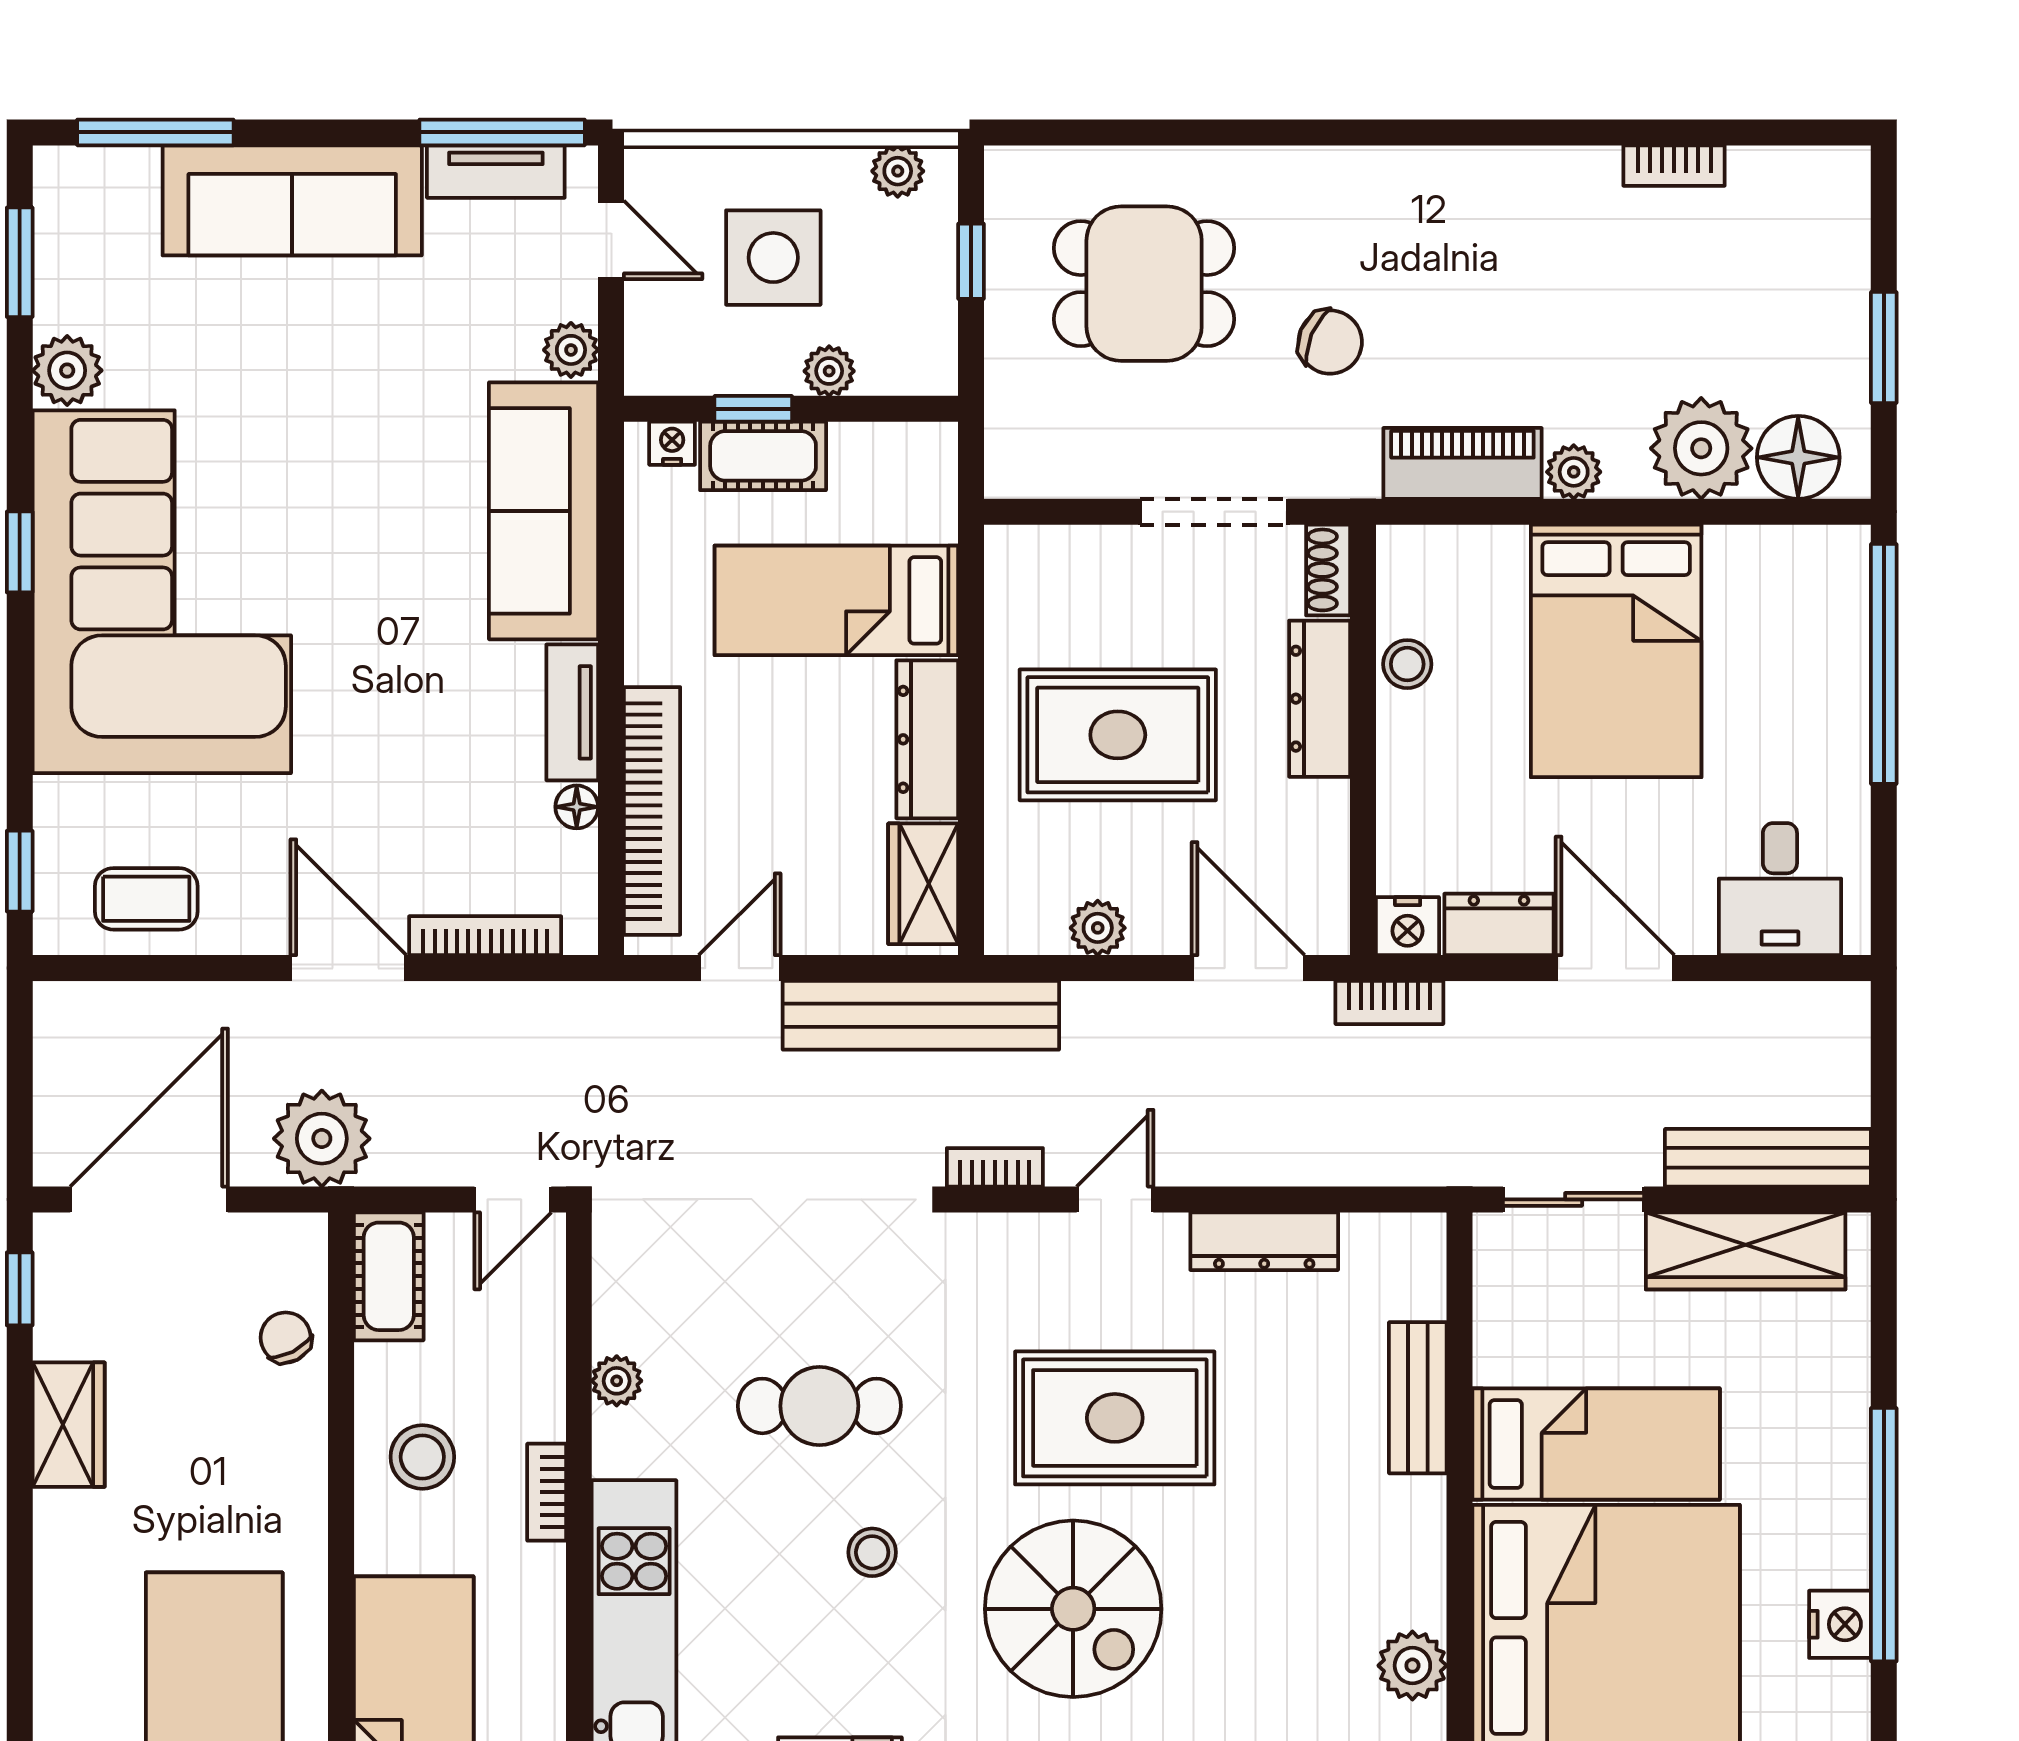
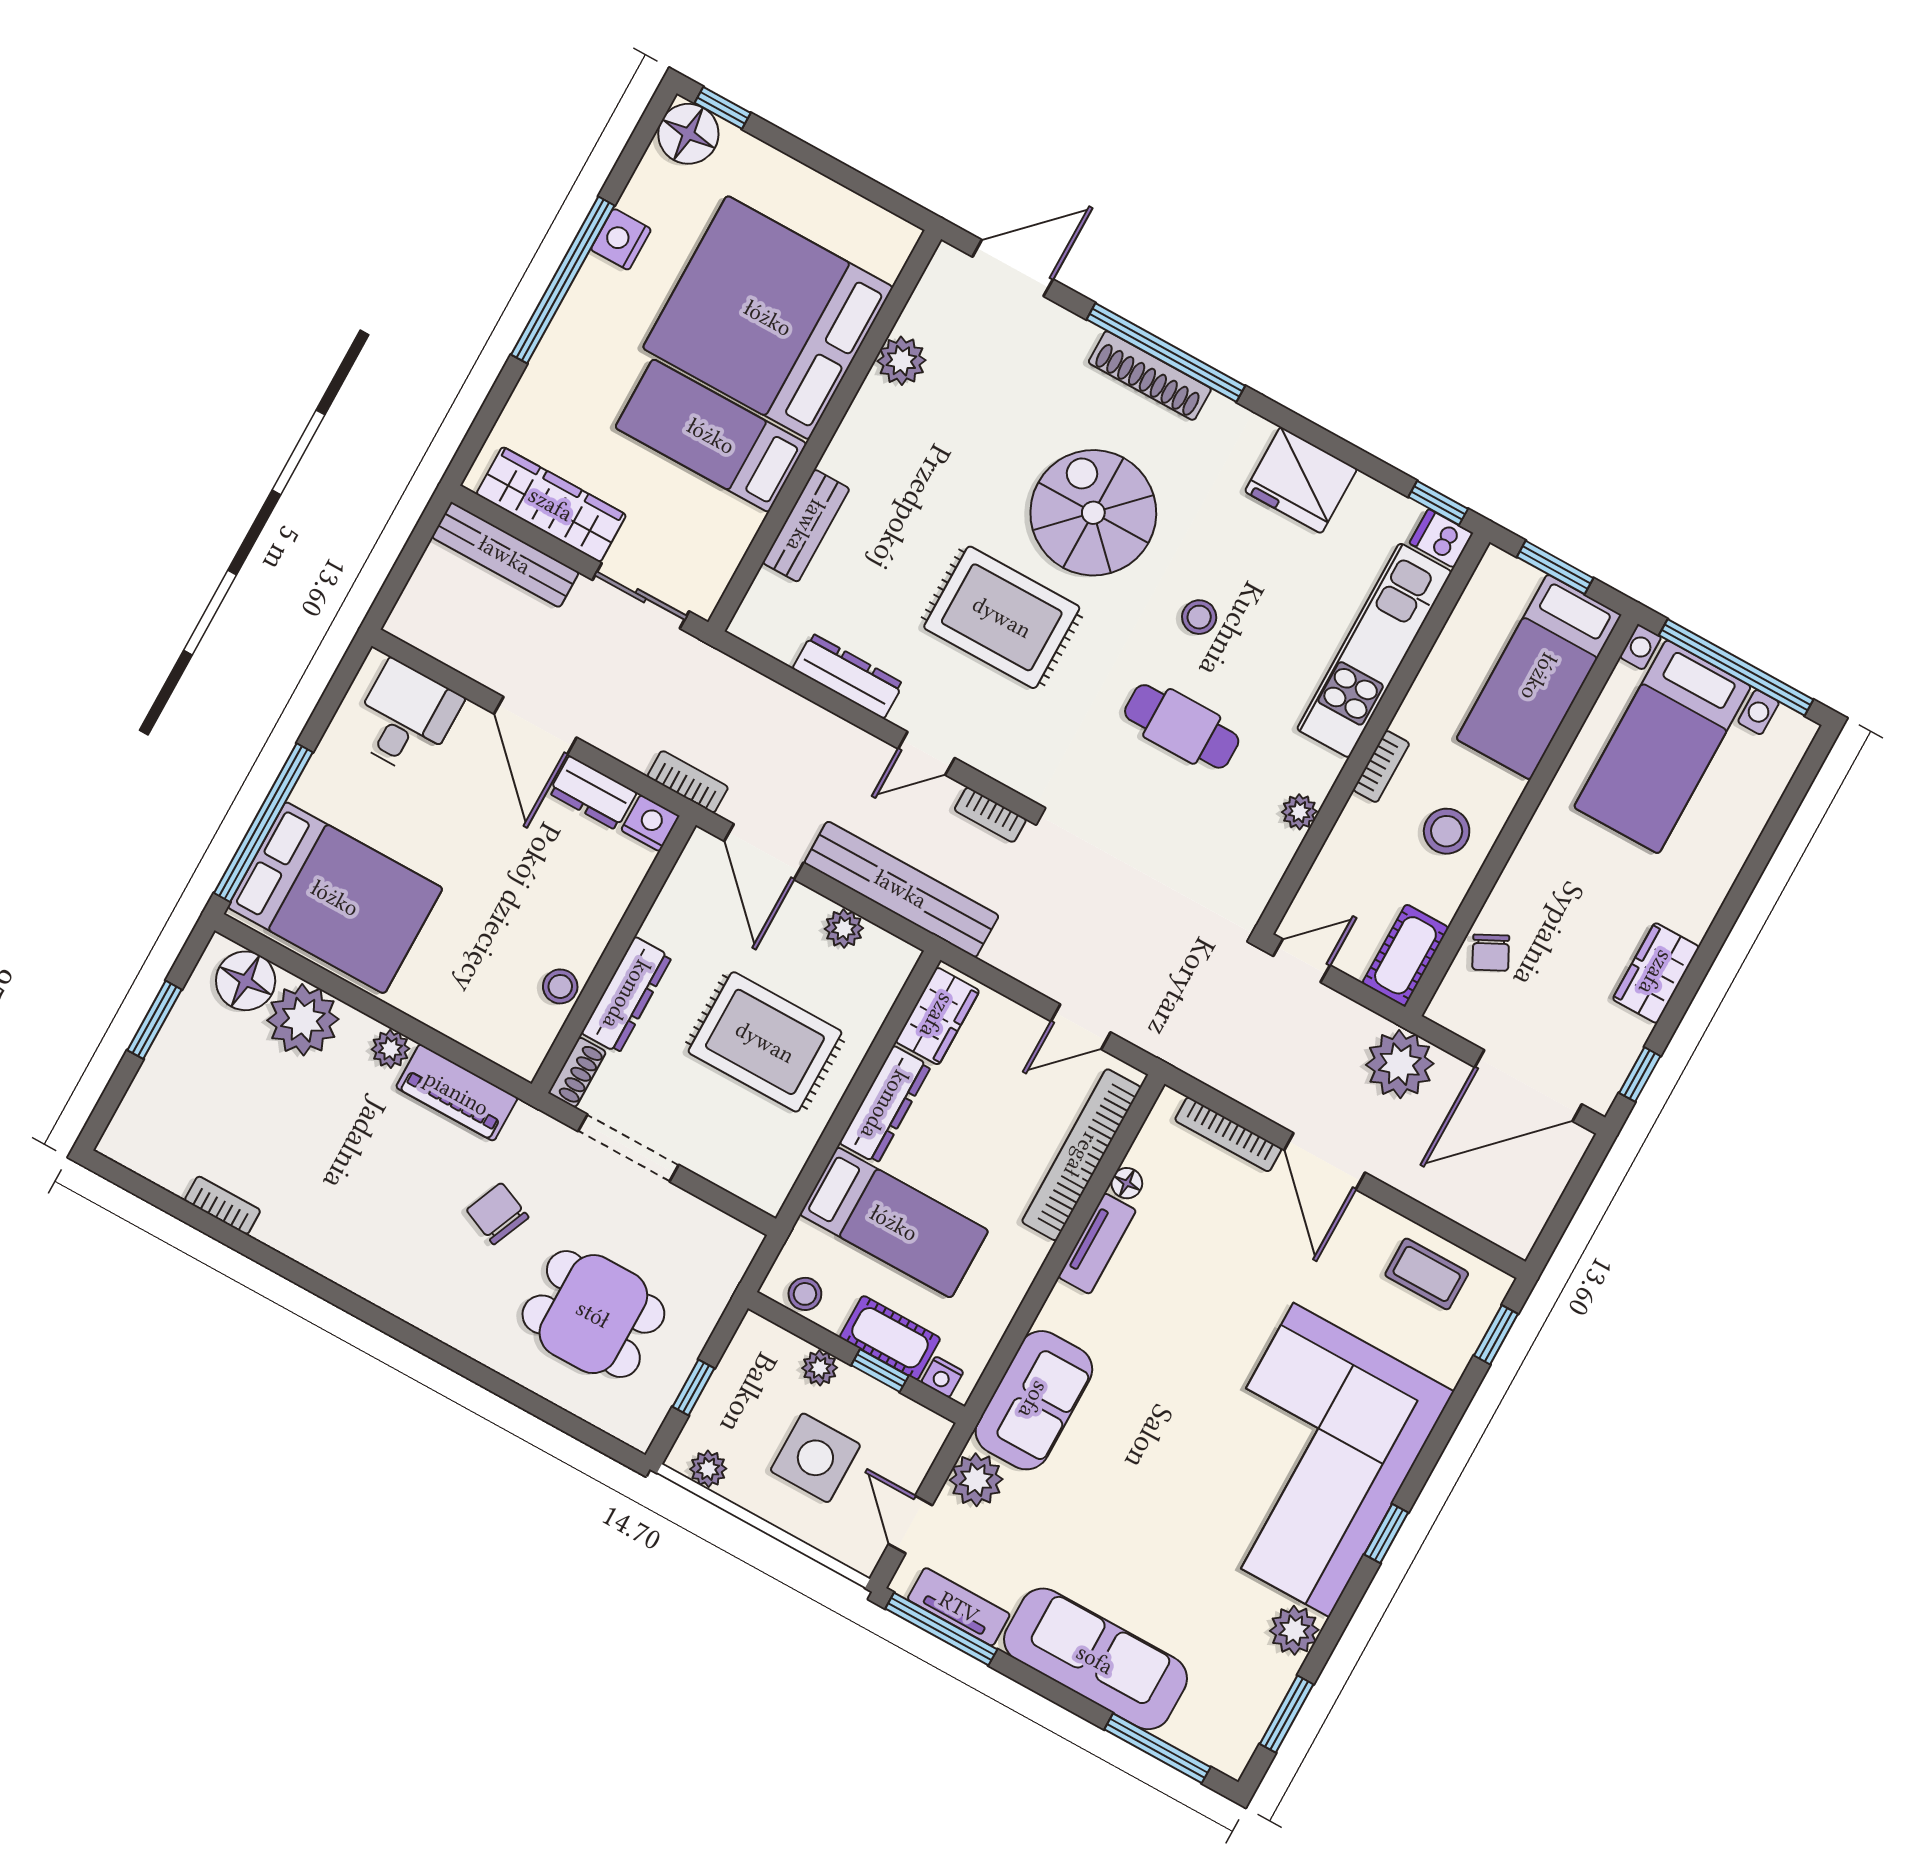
plant: (571, 350) -> (976, 1480), width x1.38, depth x1.38
stool: (897, 452) -> (805, 1294), added
sofa: (544, 511) -> (1034, 1400), width x0.73
bed: (1616, 651) -> (335, 898), moved, turned 90
bench: (921, 1015) -> (901, 889), moved

